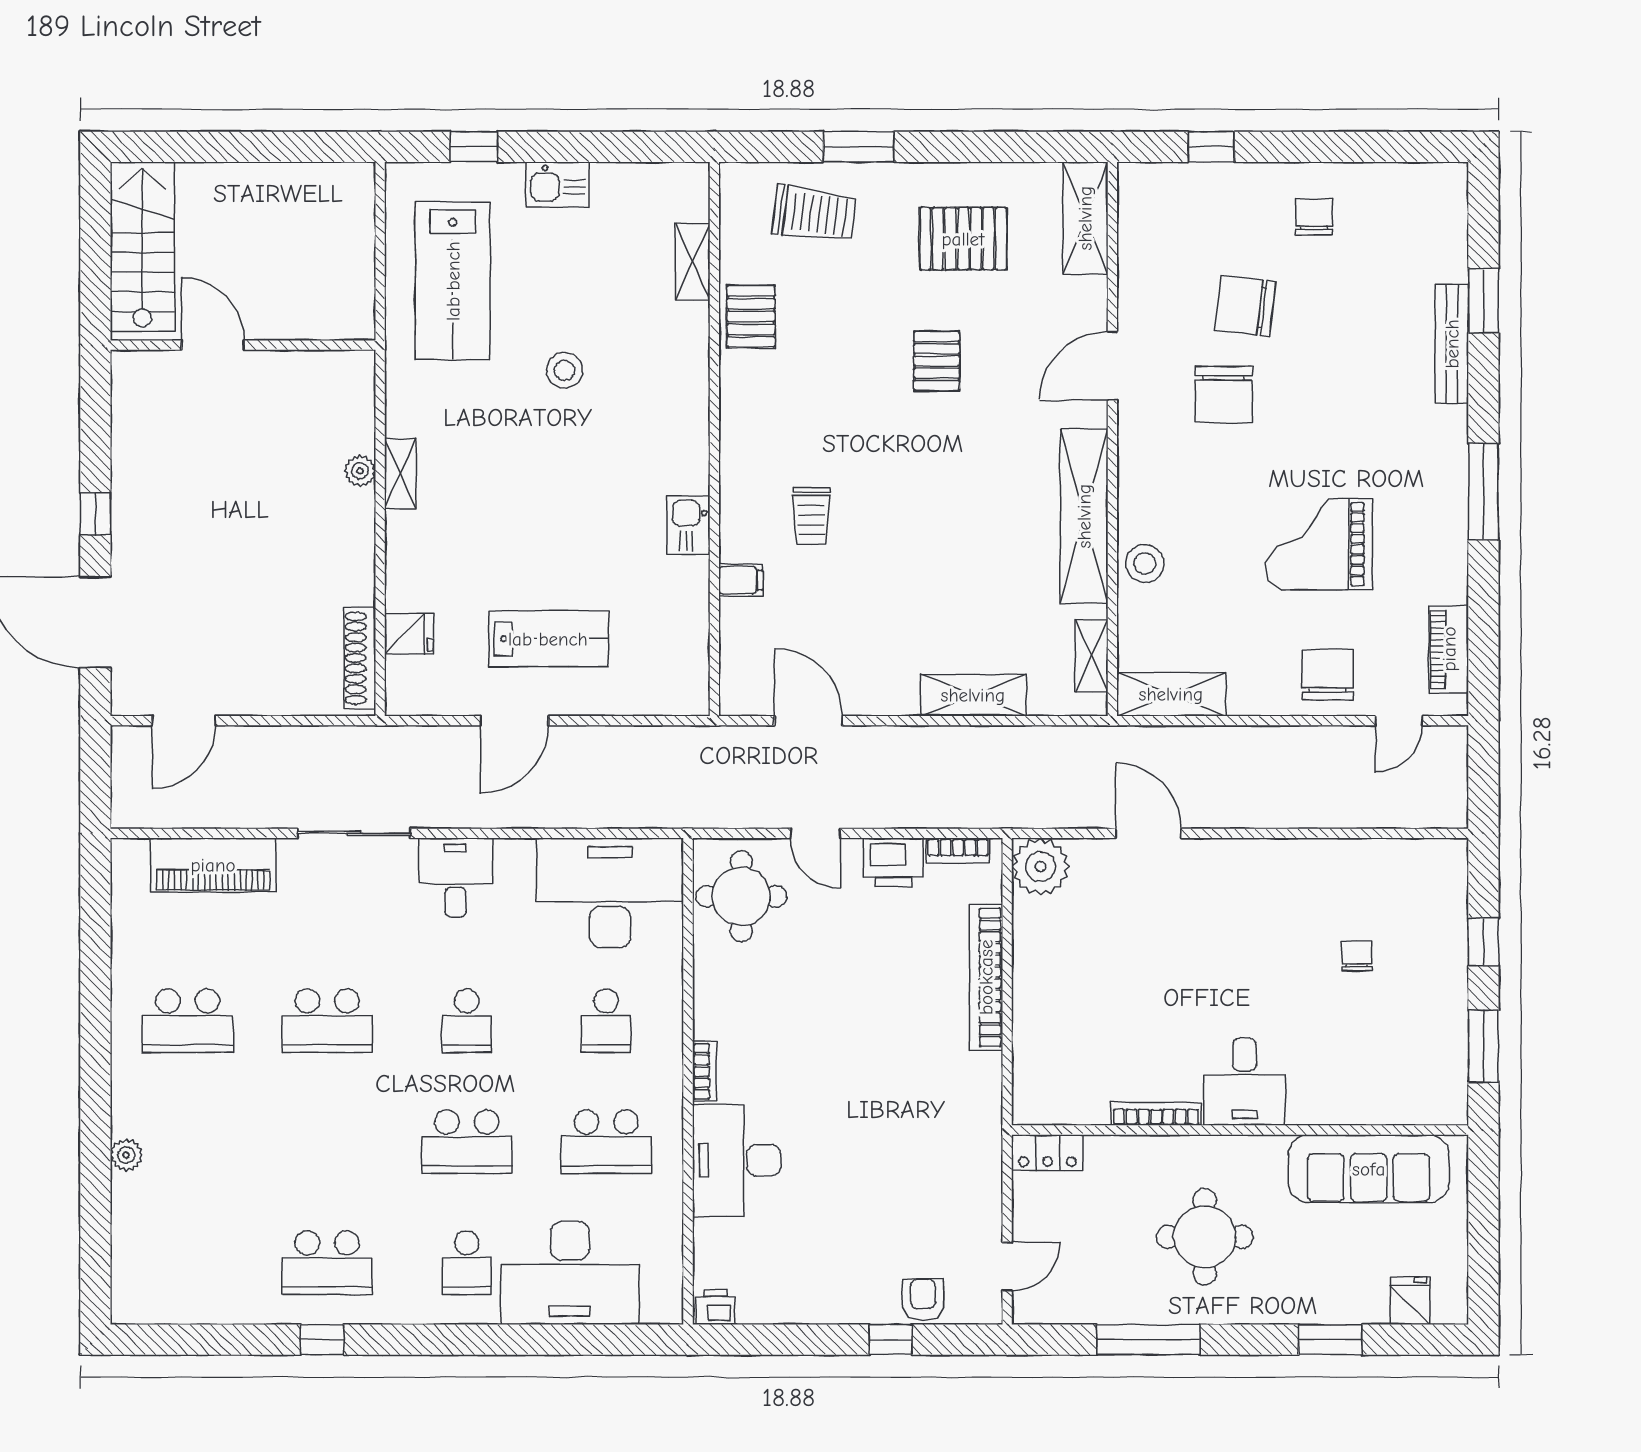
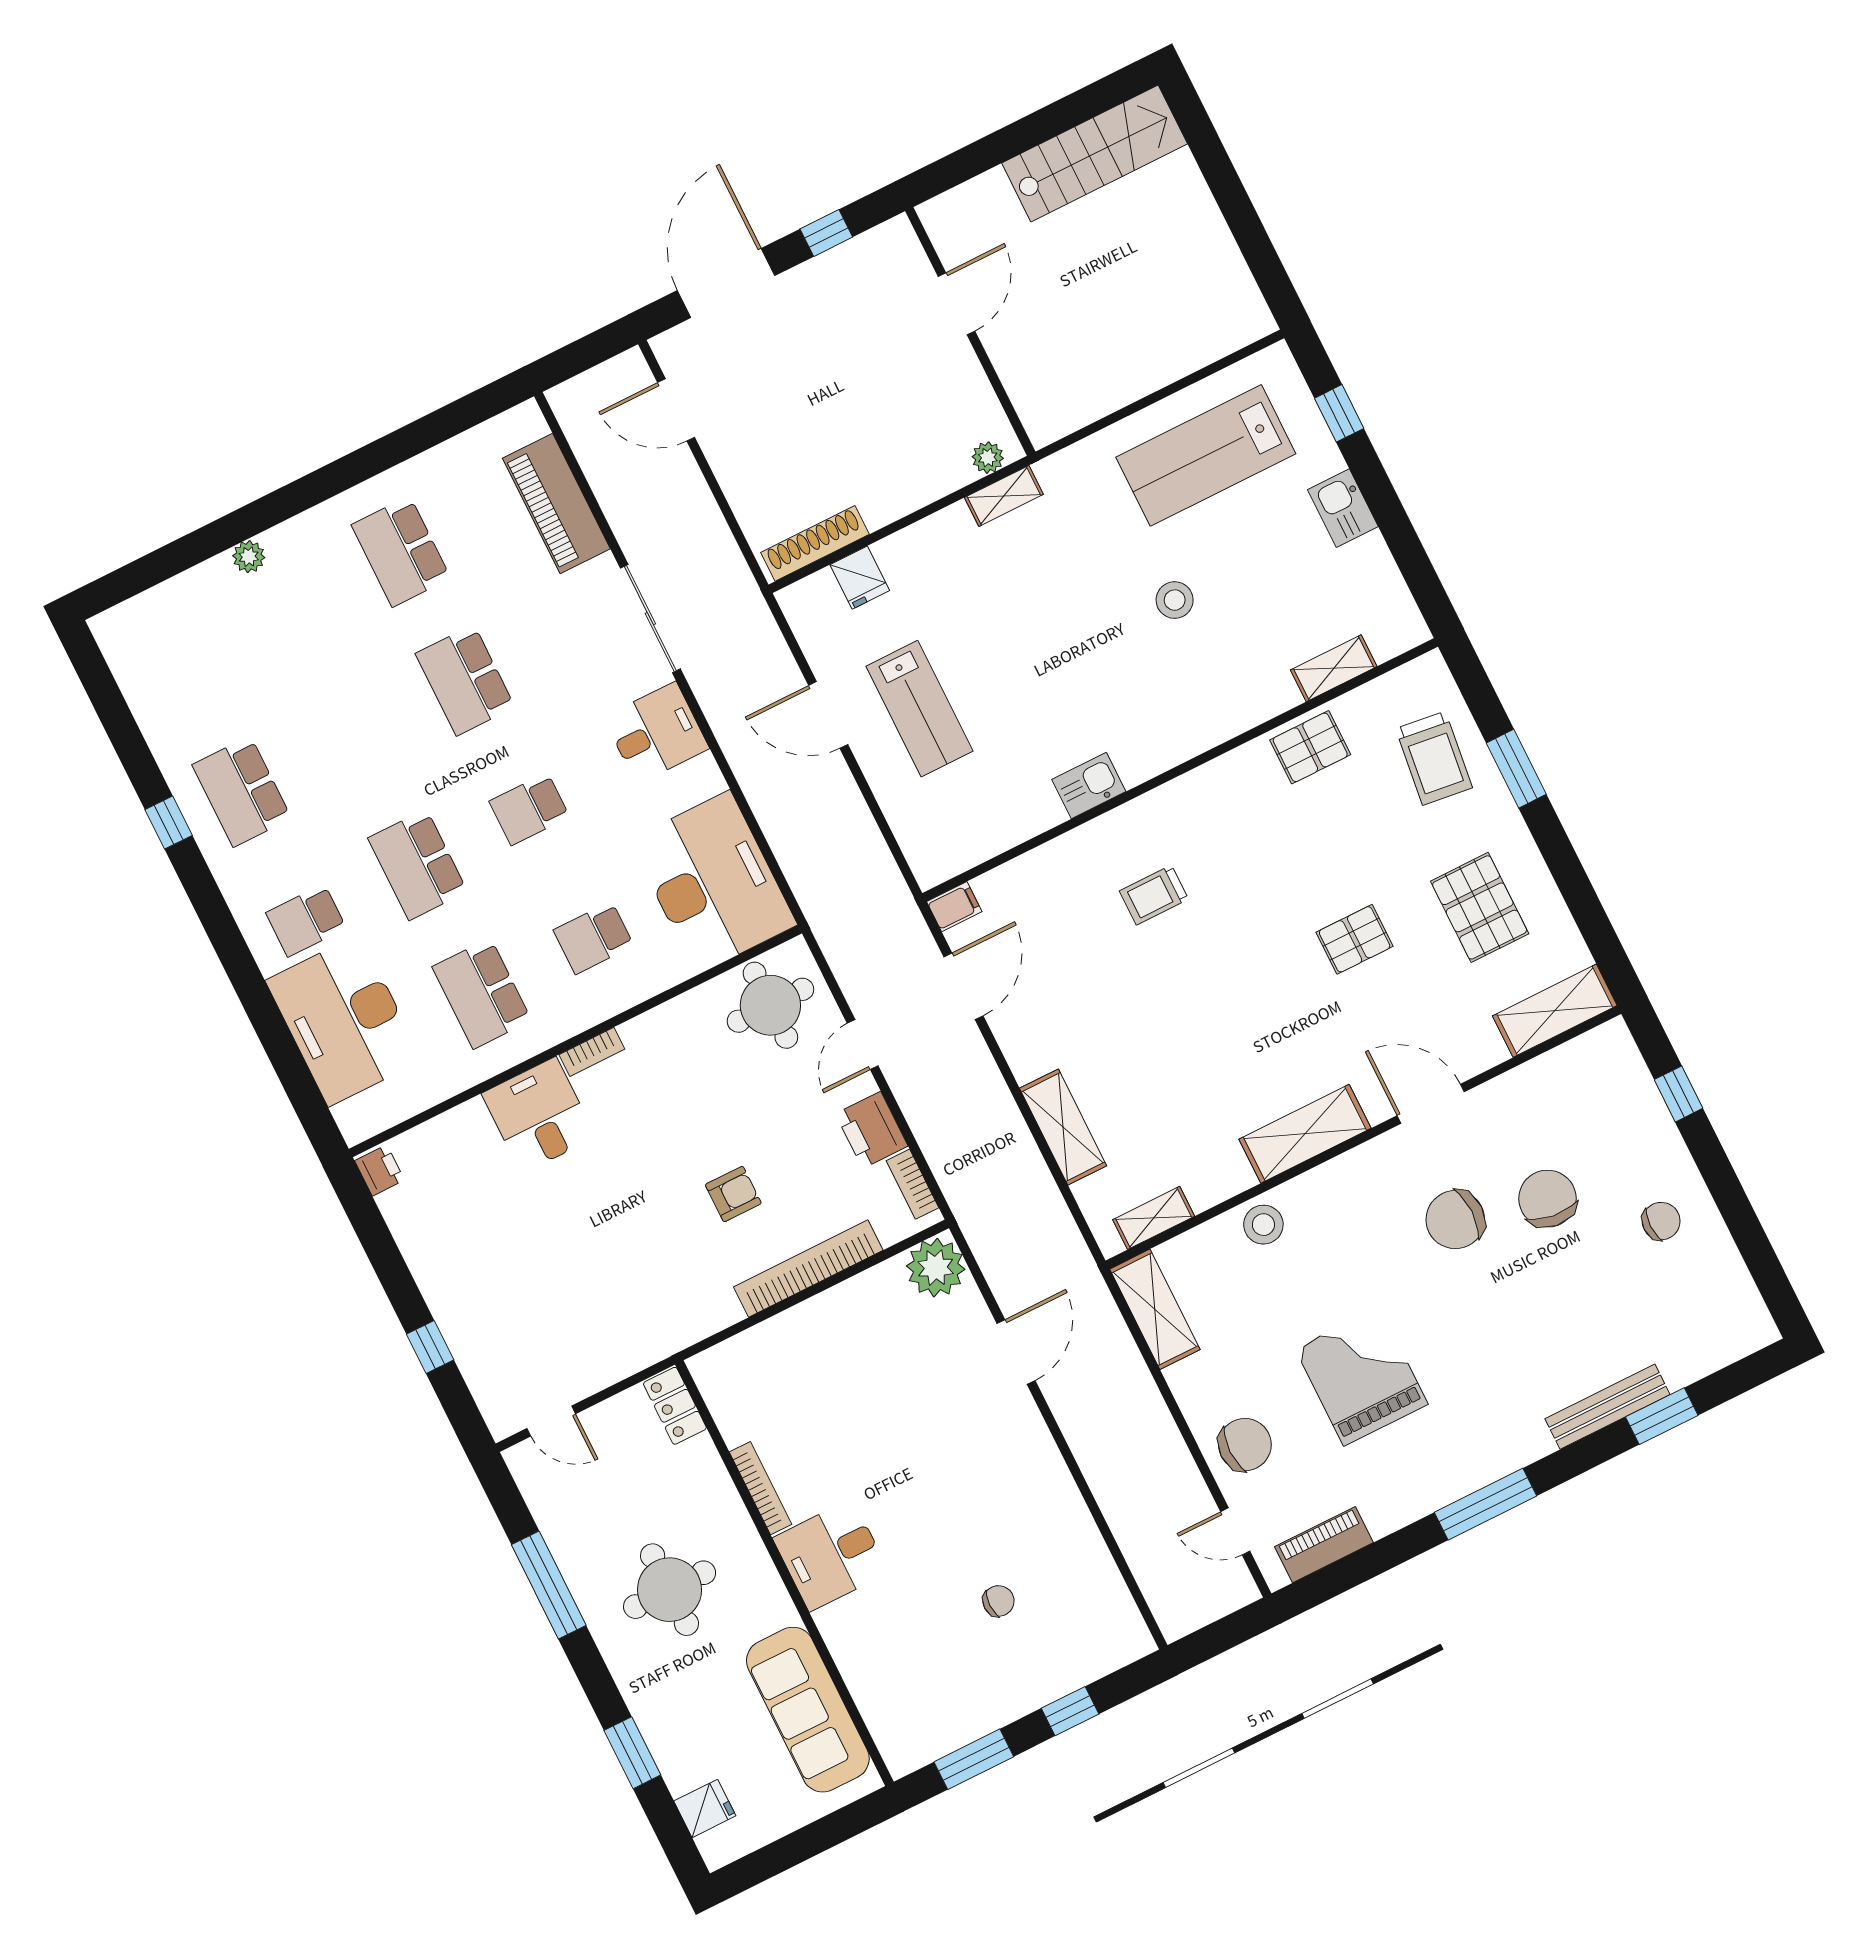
door: (213, 345) -> (956, 304), moved
wall: (243, 345) -> (970, 331), moved
shelving: (1084, 516) -> (1305, 1134), width x0.68
filing cabinet: (741, 580) -> (954, 907), moved, turned -90
desk: (736, 1160) -> (539, 1115), width x0.73
armchair: (923, 1300) -> (733, 1194), moved

